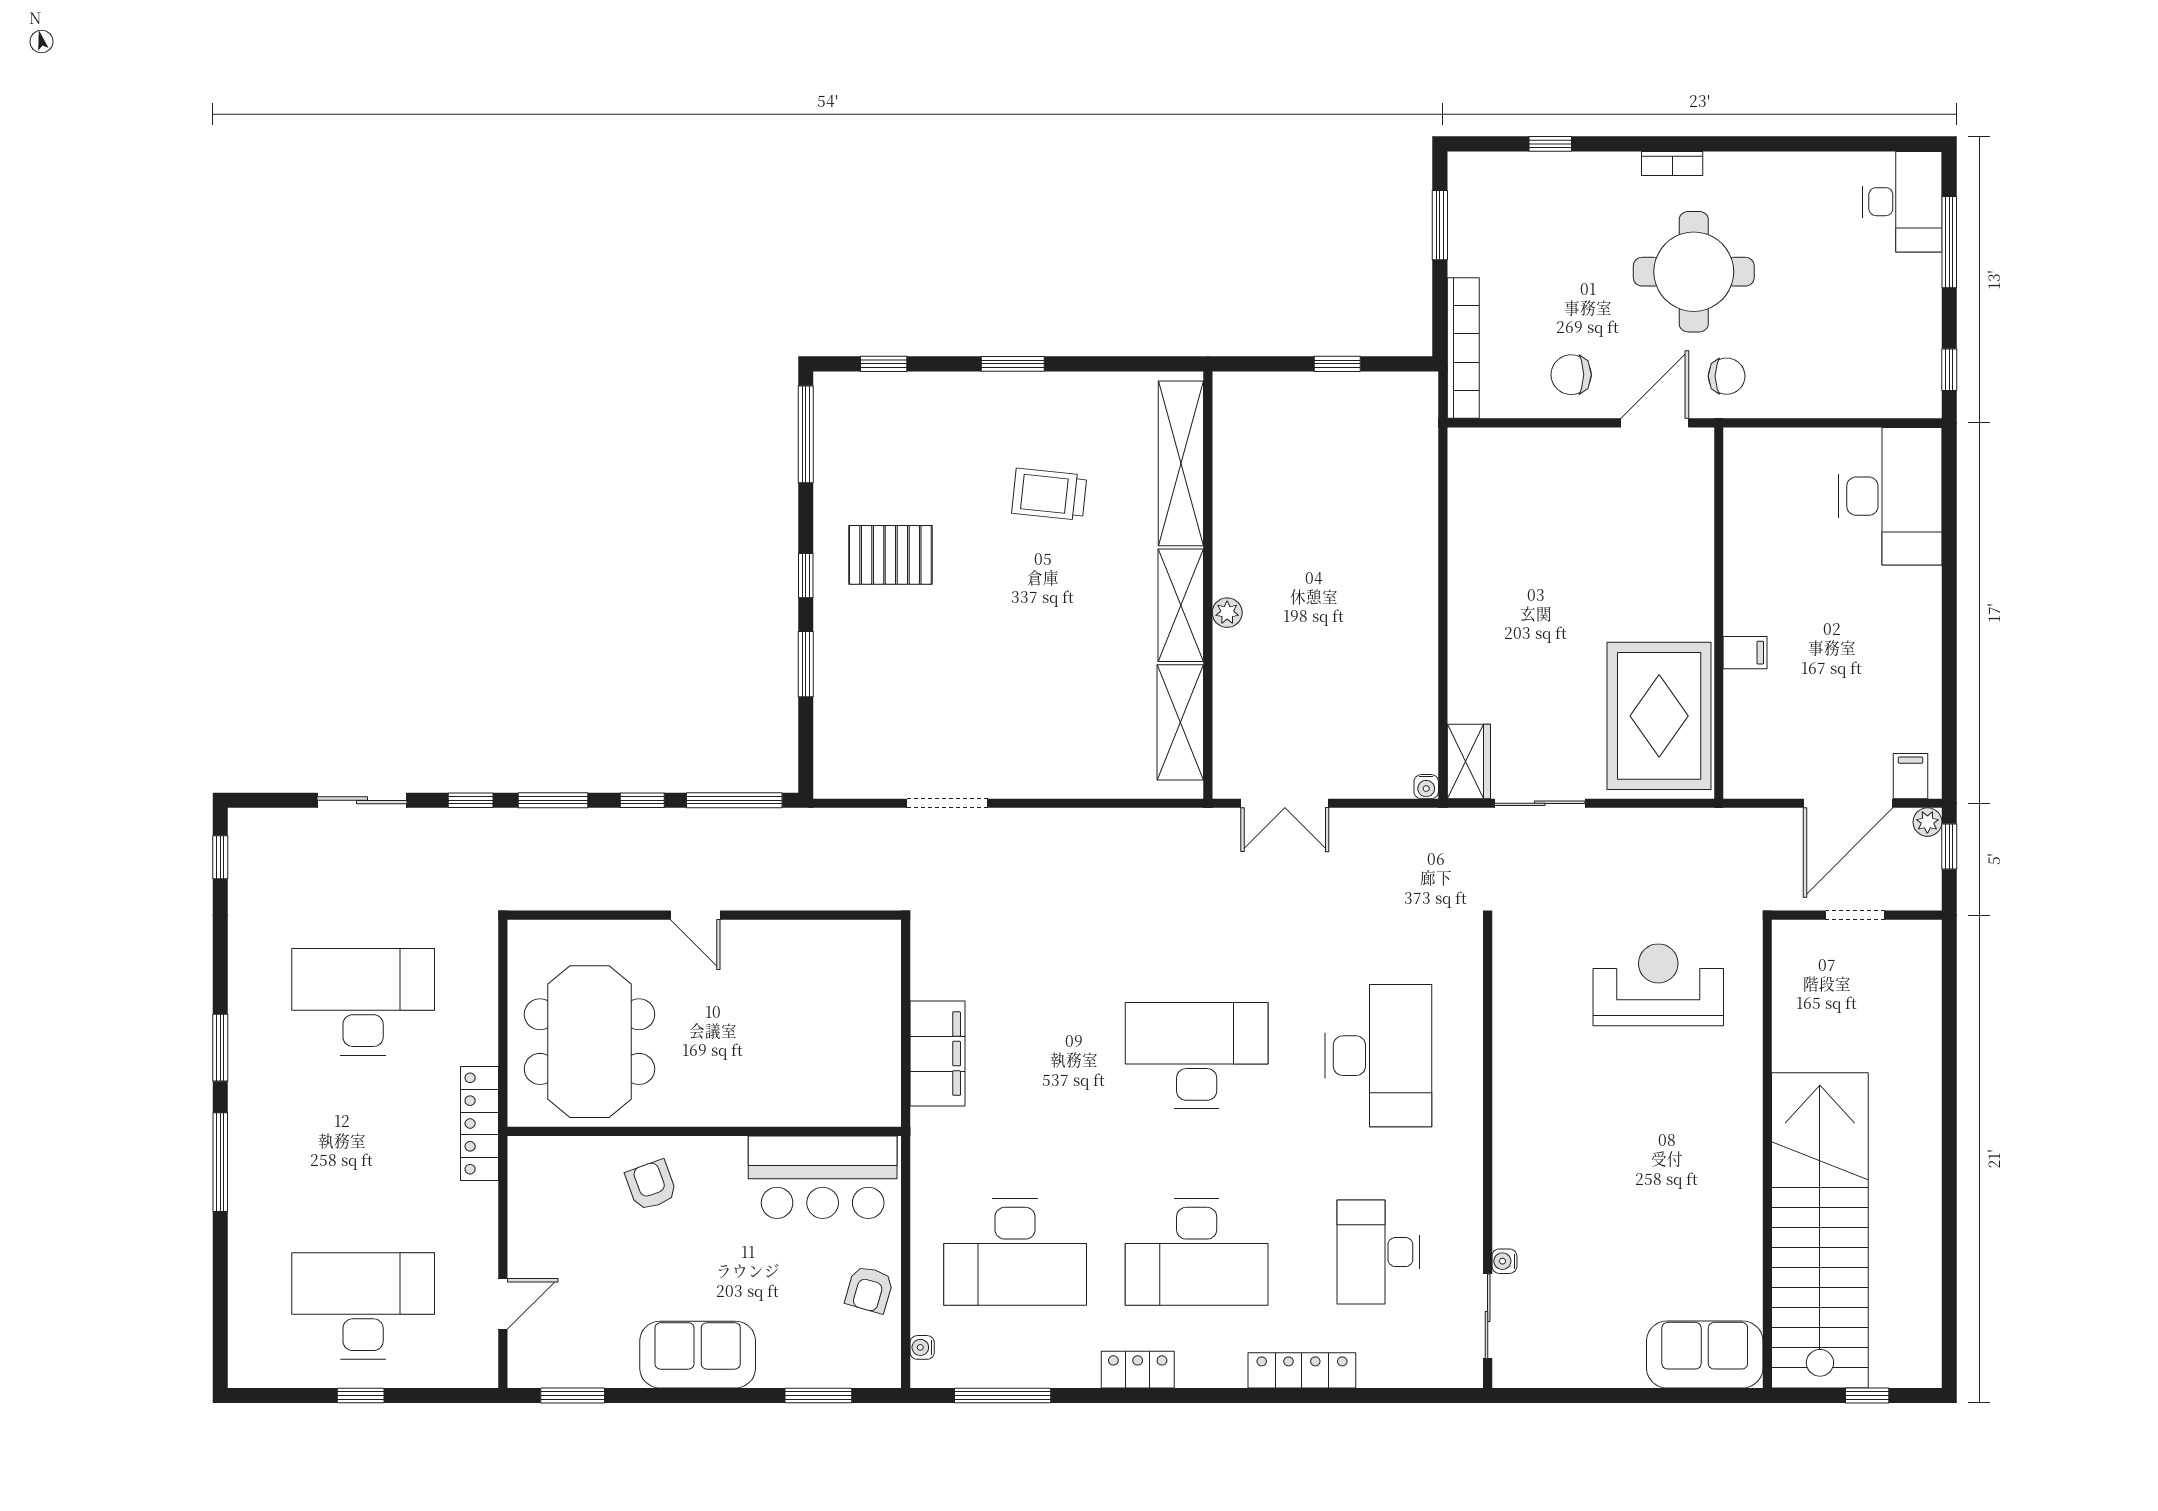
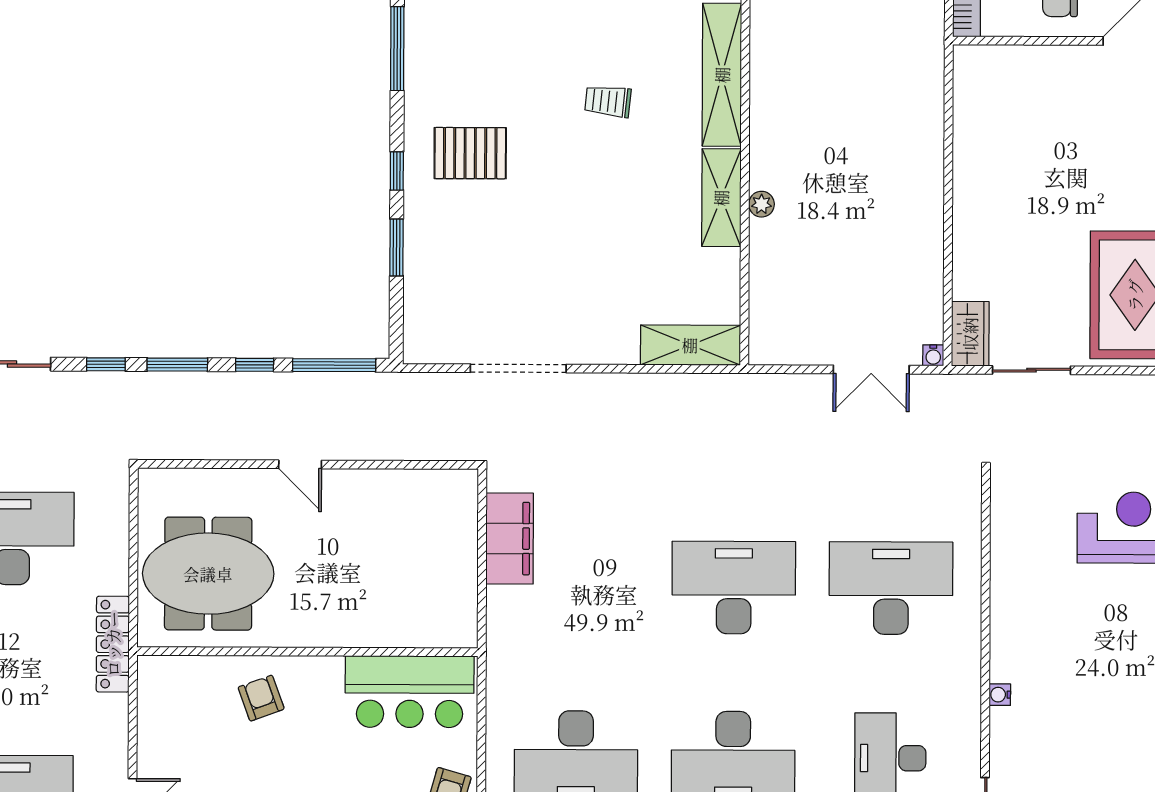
trolley: (1049, 494) -> (608, 101), width x0.73, depth x0.72
shelving: (1180, 722) -> (690, 345), moved, turned 90
doorway: (947, 803) -> (518, 368), width x1.36
double door: (1285, 803) -> (871, 370), moved
meeting table: (590, 1042) -> (208, 574), turned 90
filing cabinet: (937, 1054) -> (510, 538), moved
desk: (1378, 1056) -> (891, 588), turned -90
water cooler: (1504, 1261) -> (1000, 695), moved

